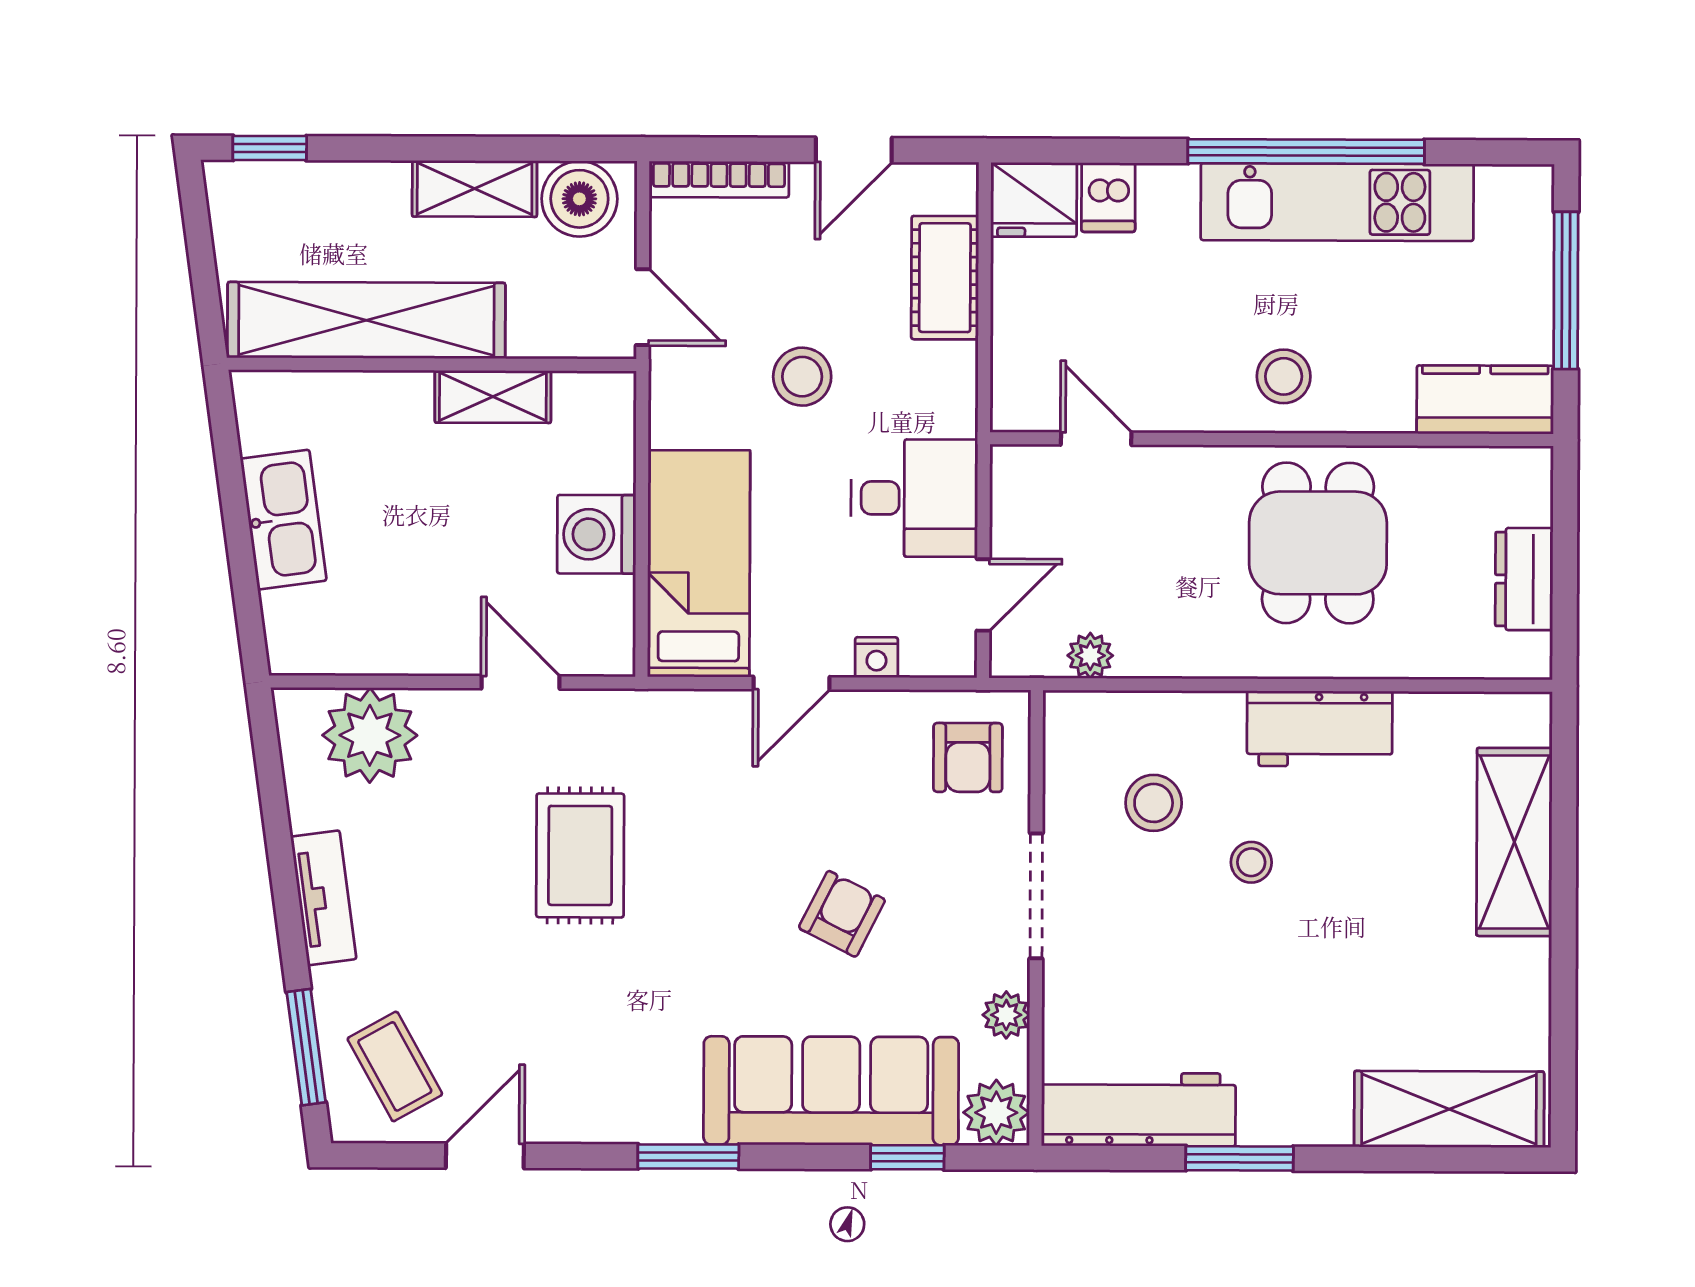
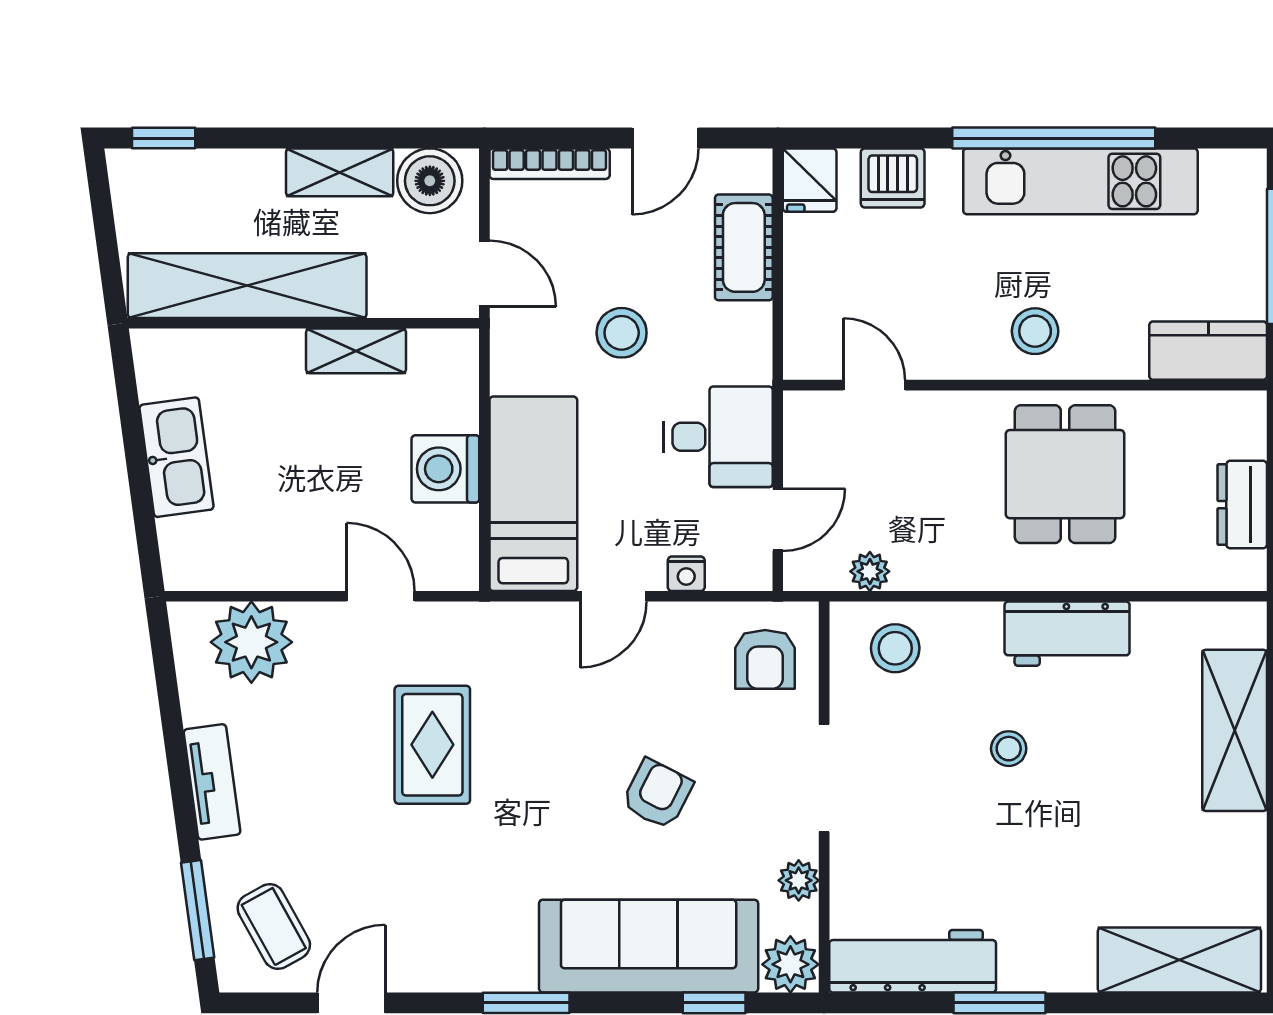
dishwasher: (1108, 197) -> (893, 178), width x1.38
fridge: (1034, 200) -> (810, 180), width x0.72
stool: (1154, 803) -> (895, 648), moved

